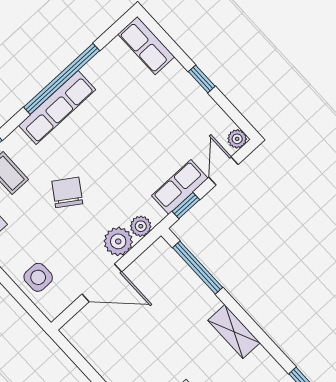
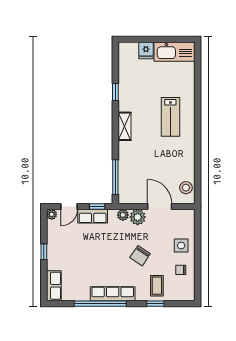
side table: (38, 277) -> (181, 245), moved
shelving: (234, 332) -> (124, 126), moved
stool: (90, 341) -> (186, 188), added

